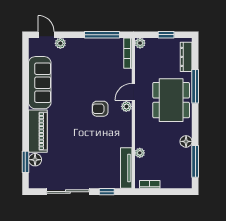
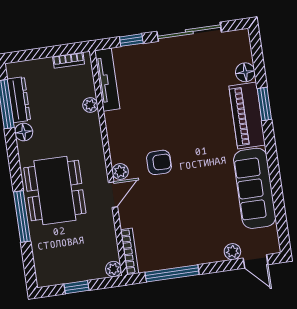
dresser: (186, 57) -> (19, 100), moved
window: (25, 162) -> (264, 104), moved

